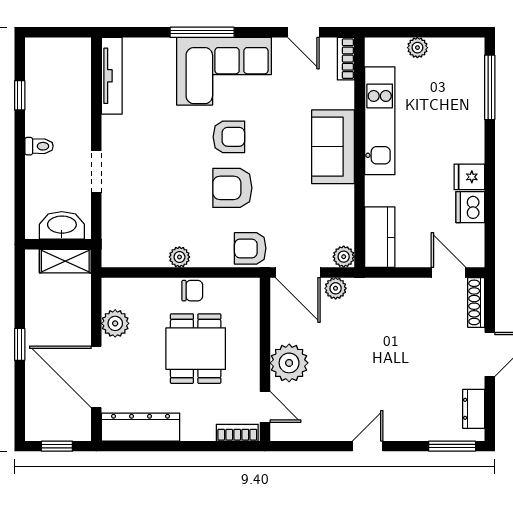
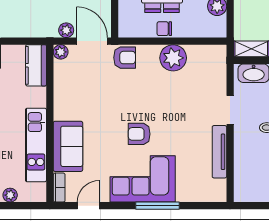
door: (303, 32) -> (88, 206), hinge flipped
tv unit: (112, 76) -> (219, 152), moved
sofa: (333, 147) -> (68, 146), moved
armchair: (232, 188) -> (137, 99), removed
plant: (179, 257) -> (173, 58), width x1.88, depth x1.88

